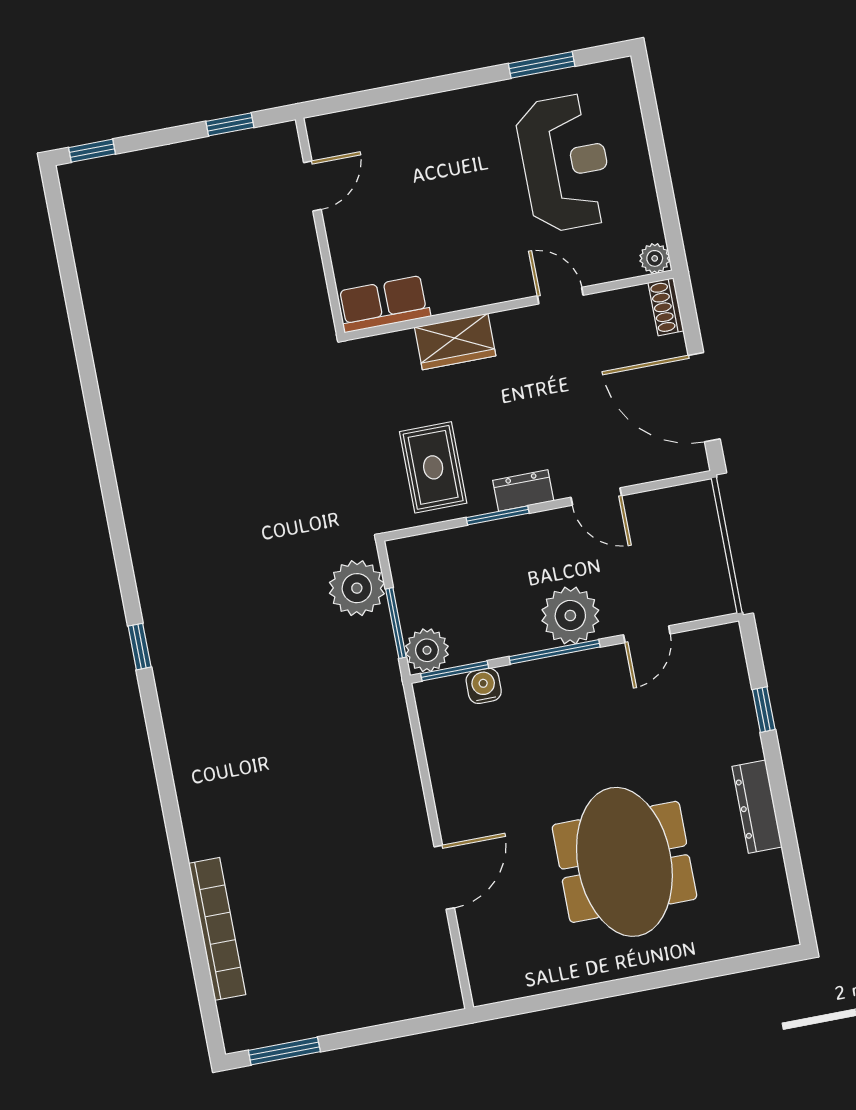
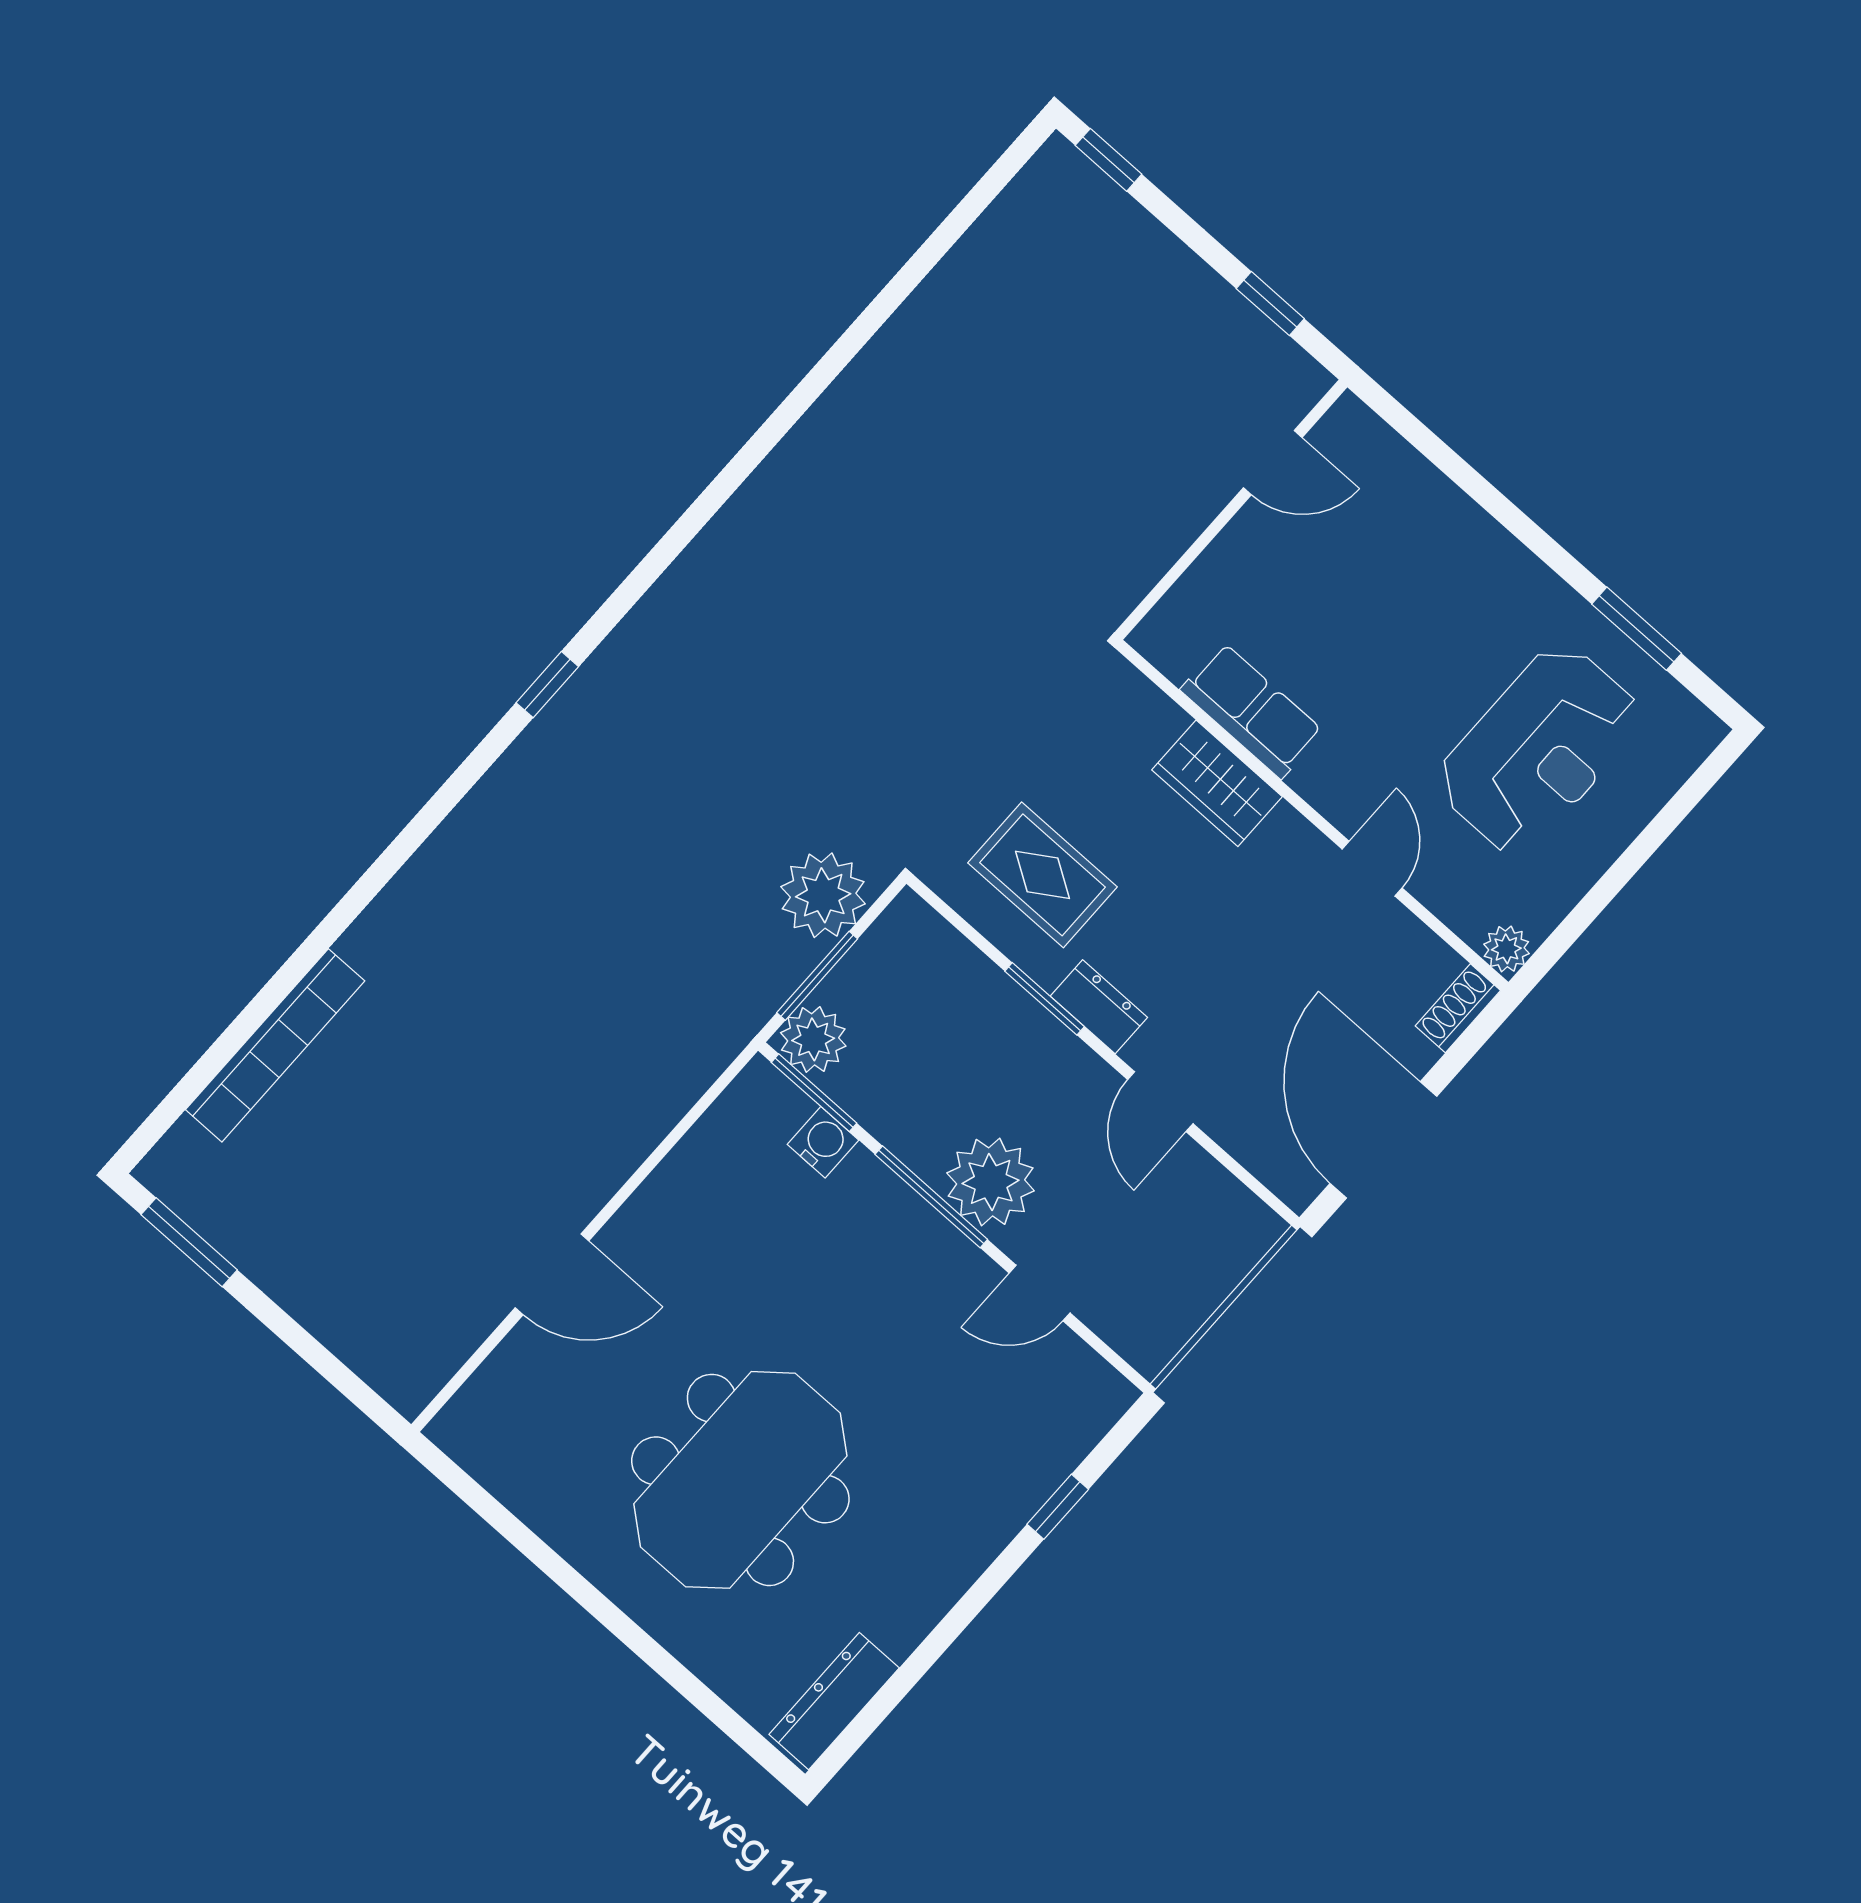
row of seats: (384, 304) -> (1252, 711), moved
rug: (433, 467) -> (1043, 875), turned 90
dresser: (757, 807) -> (834, 1701), moved

